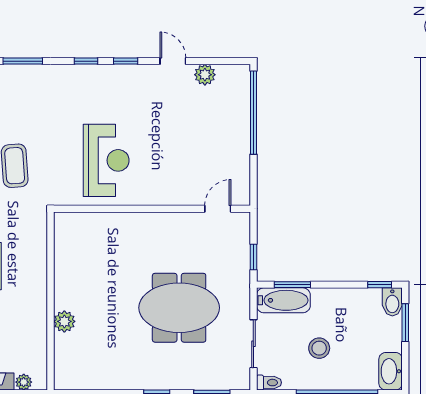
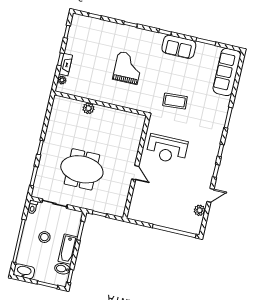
door: (218, 209) -> (135, 173), moved
bathtub: (283, 300) -> (68, 249), moved
bidet: (392, 302) -> (62, 269), moved
meeting table: (179, 308) -> (82, 169), turned 90

